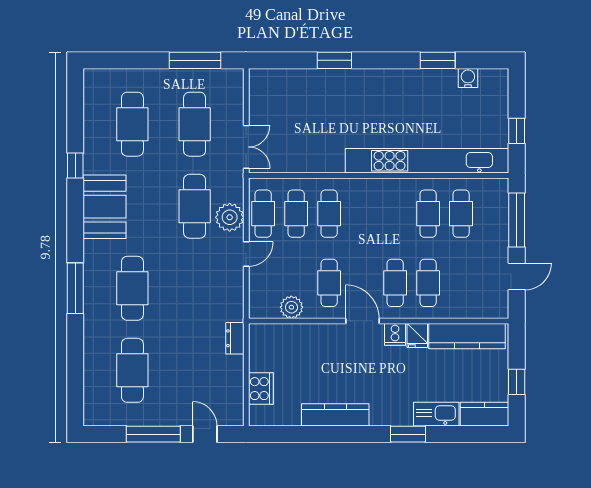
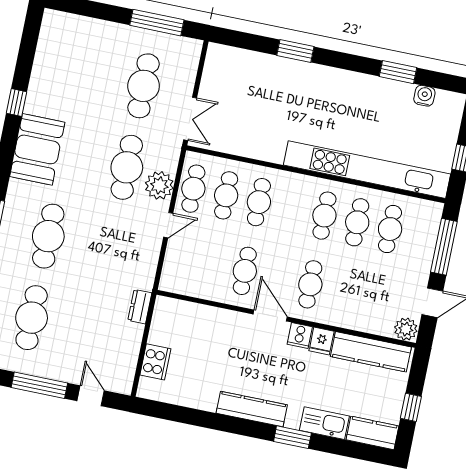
cafe table: (132, 124) -> (82, 73), removed
cafe table: (428, 283) -> (324, 216), moved
plant: (291, 307) -> (406, 329), moved
kitchen counter: (335, 415) -> (252, 409), moved

